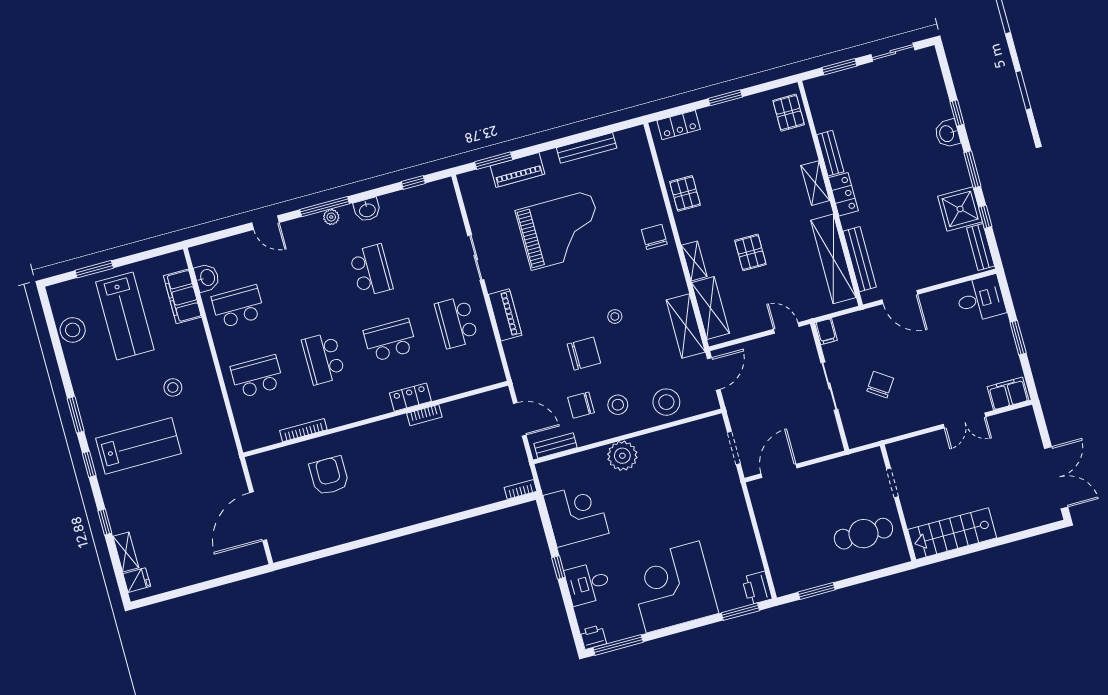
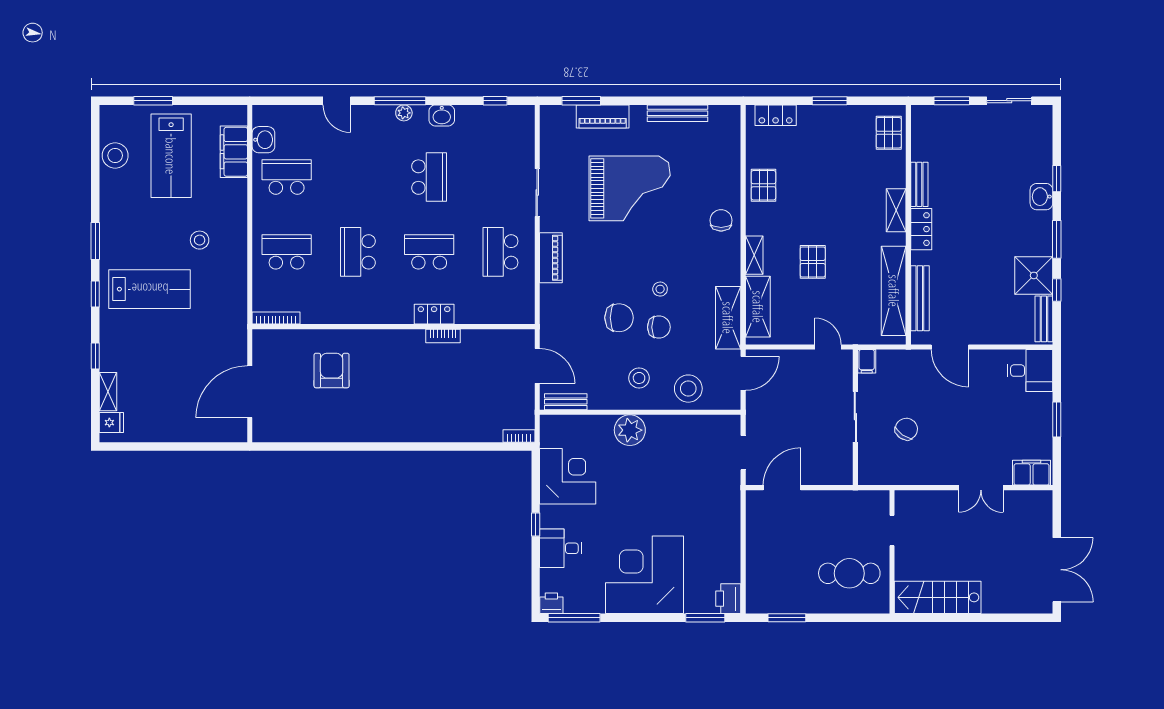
chair: (581, 405) -> (659, 327), moved, turned 180
bookcase: (303, 430) -> (276, 318), moved

